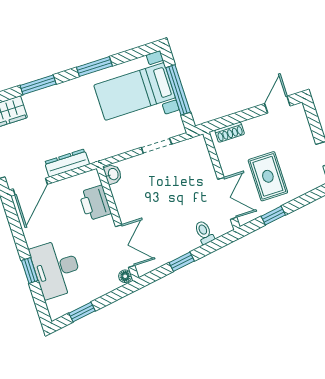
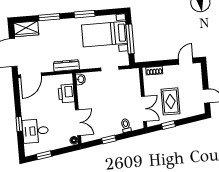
dresser: (67, 163) -> (66, 66), moved
desk: (56, 269) -> (35, 131), width x0.73

